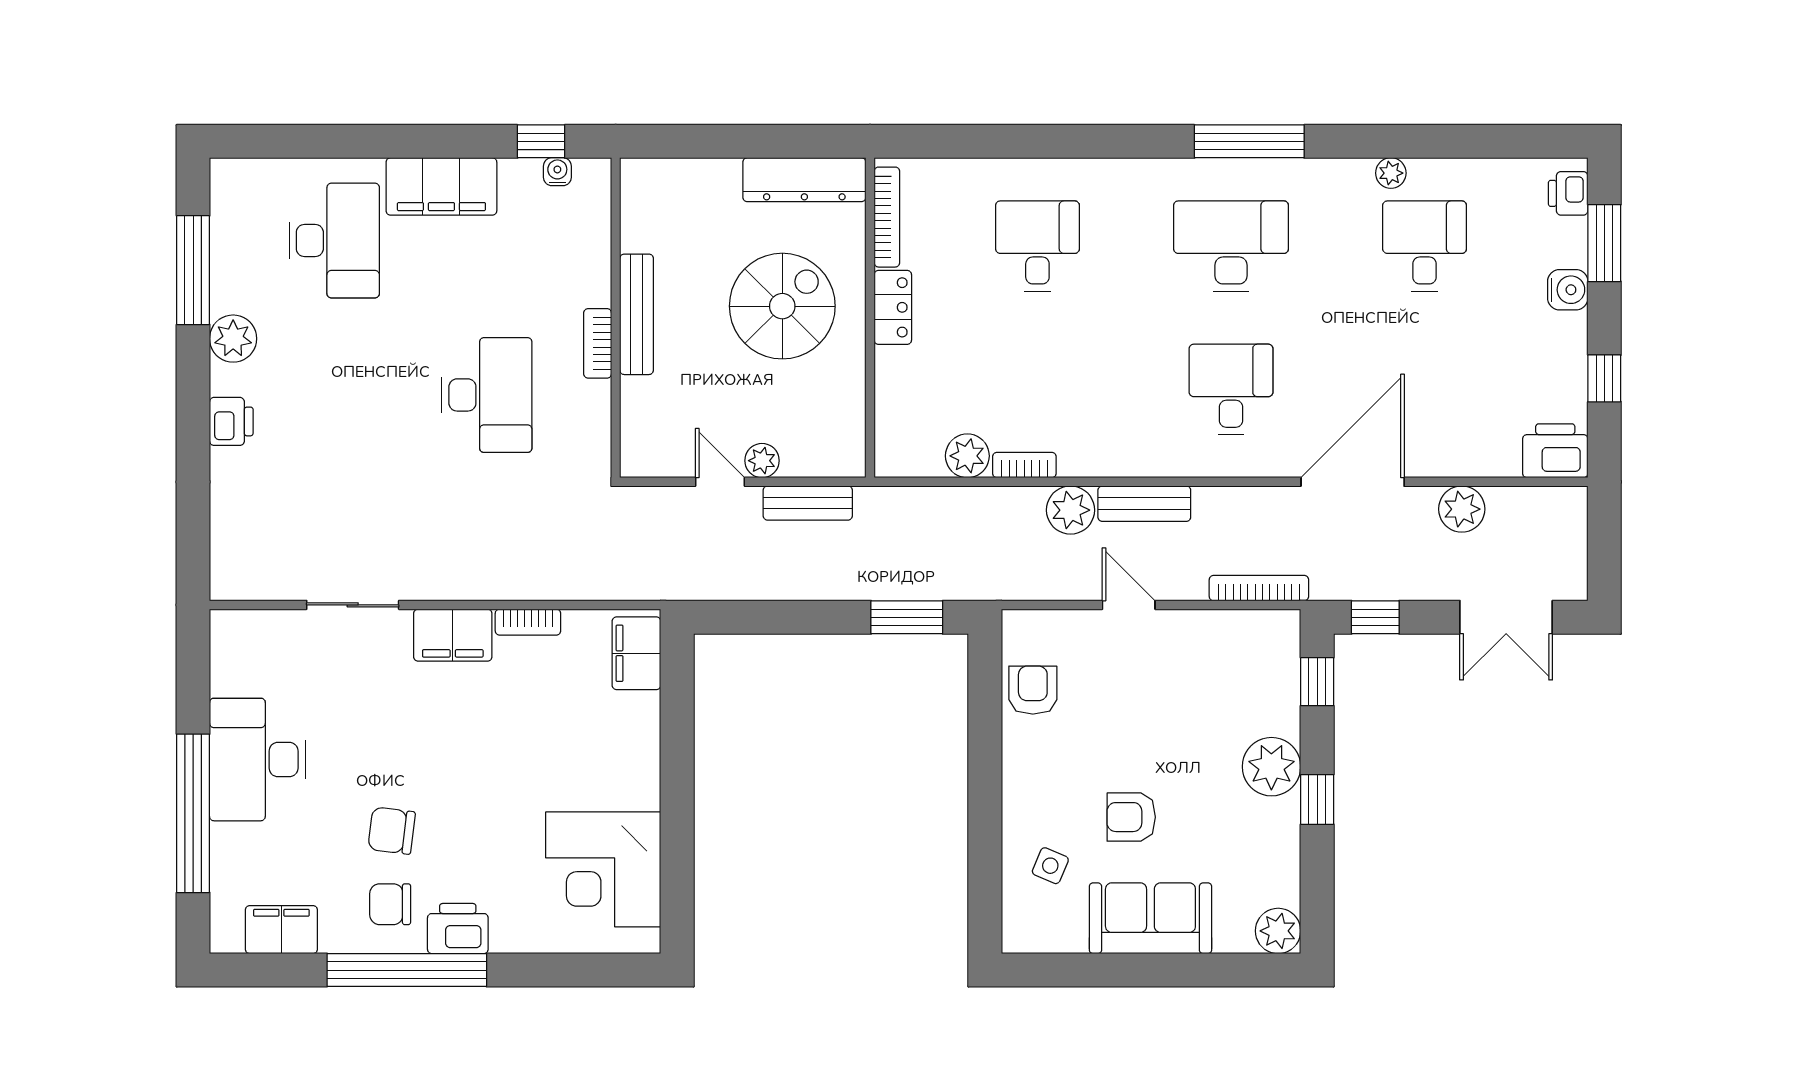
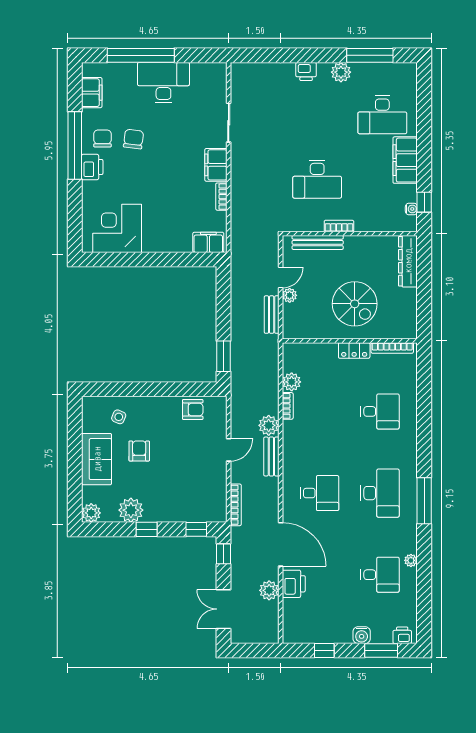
dresser: (804, 180) -> (408, 261), moved
bench: (637, 314) -> (318, 242), moved
printer: (1555, 451) -> (294, 584), moved
plant: (1271, 767) -> (131, 510), moved

